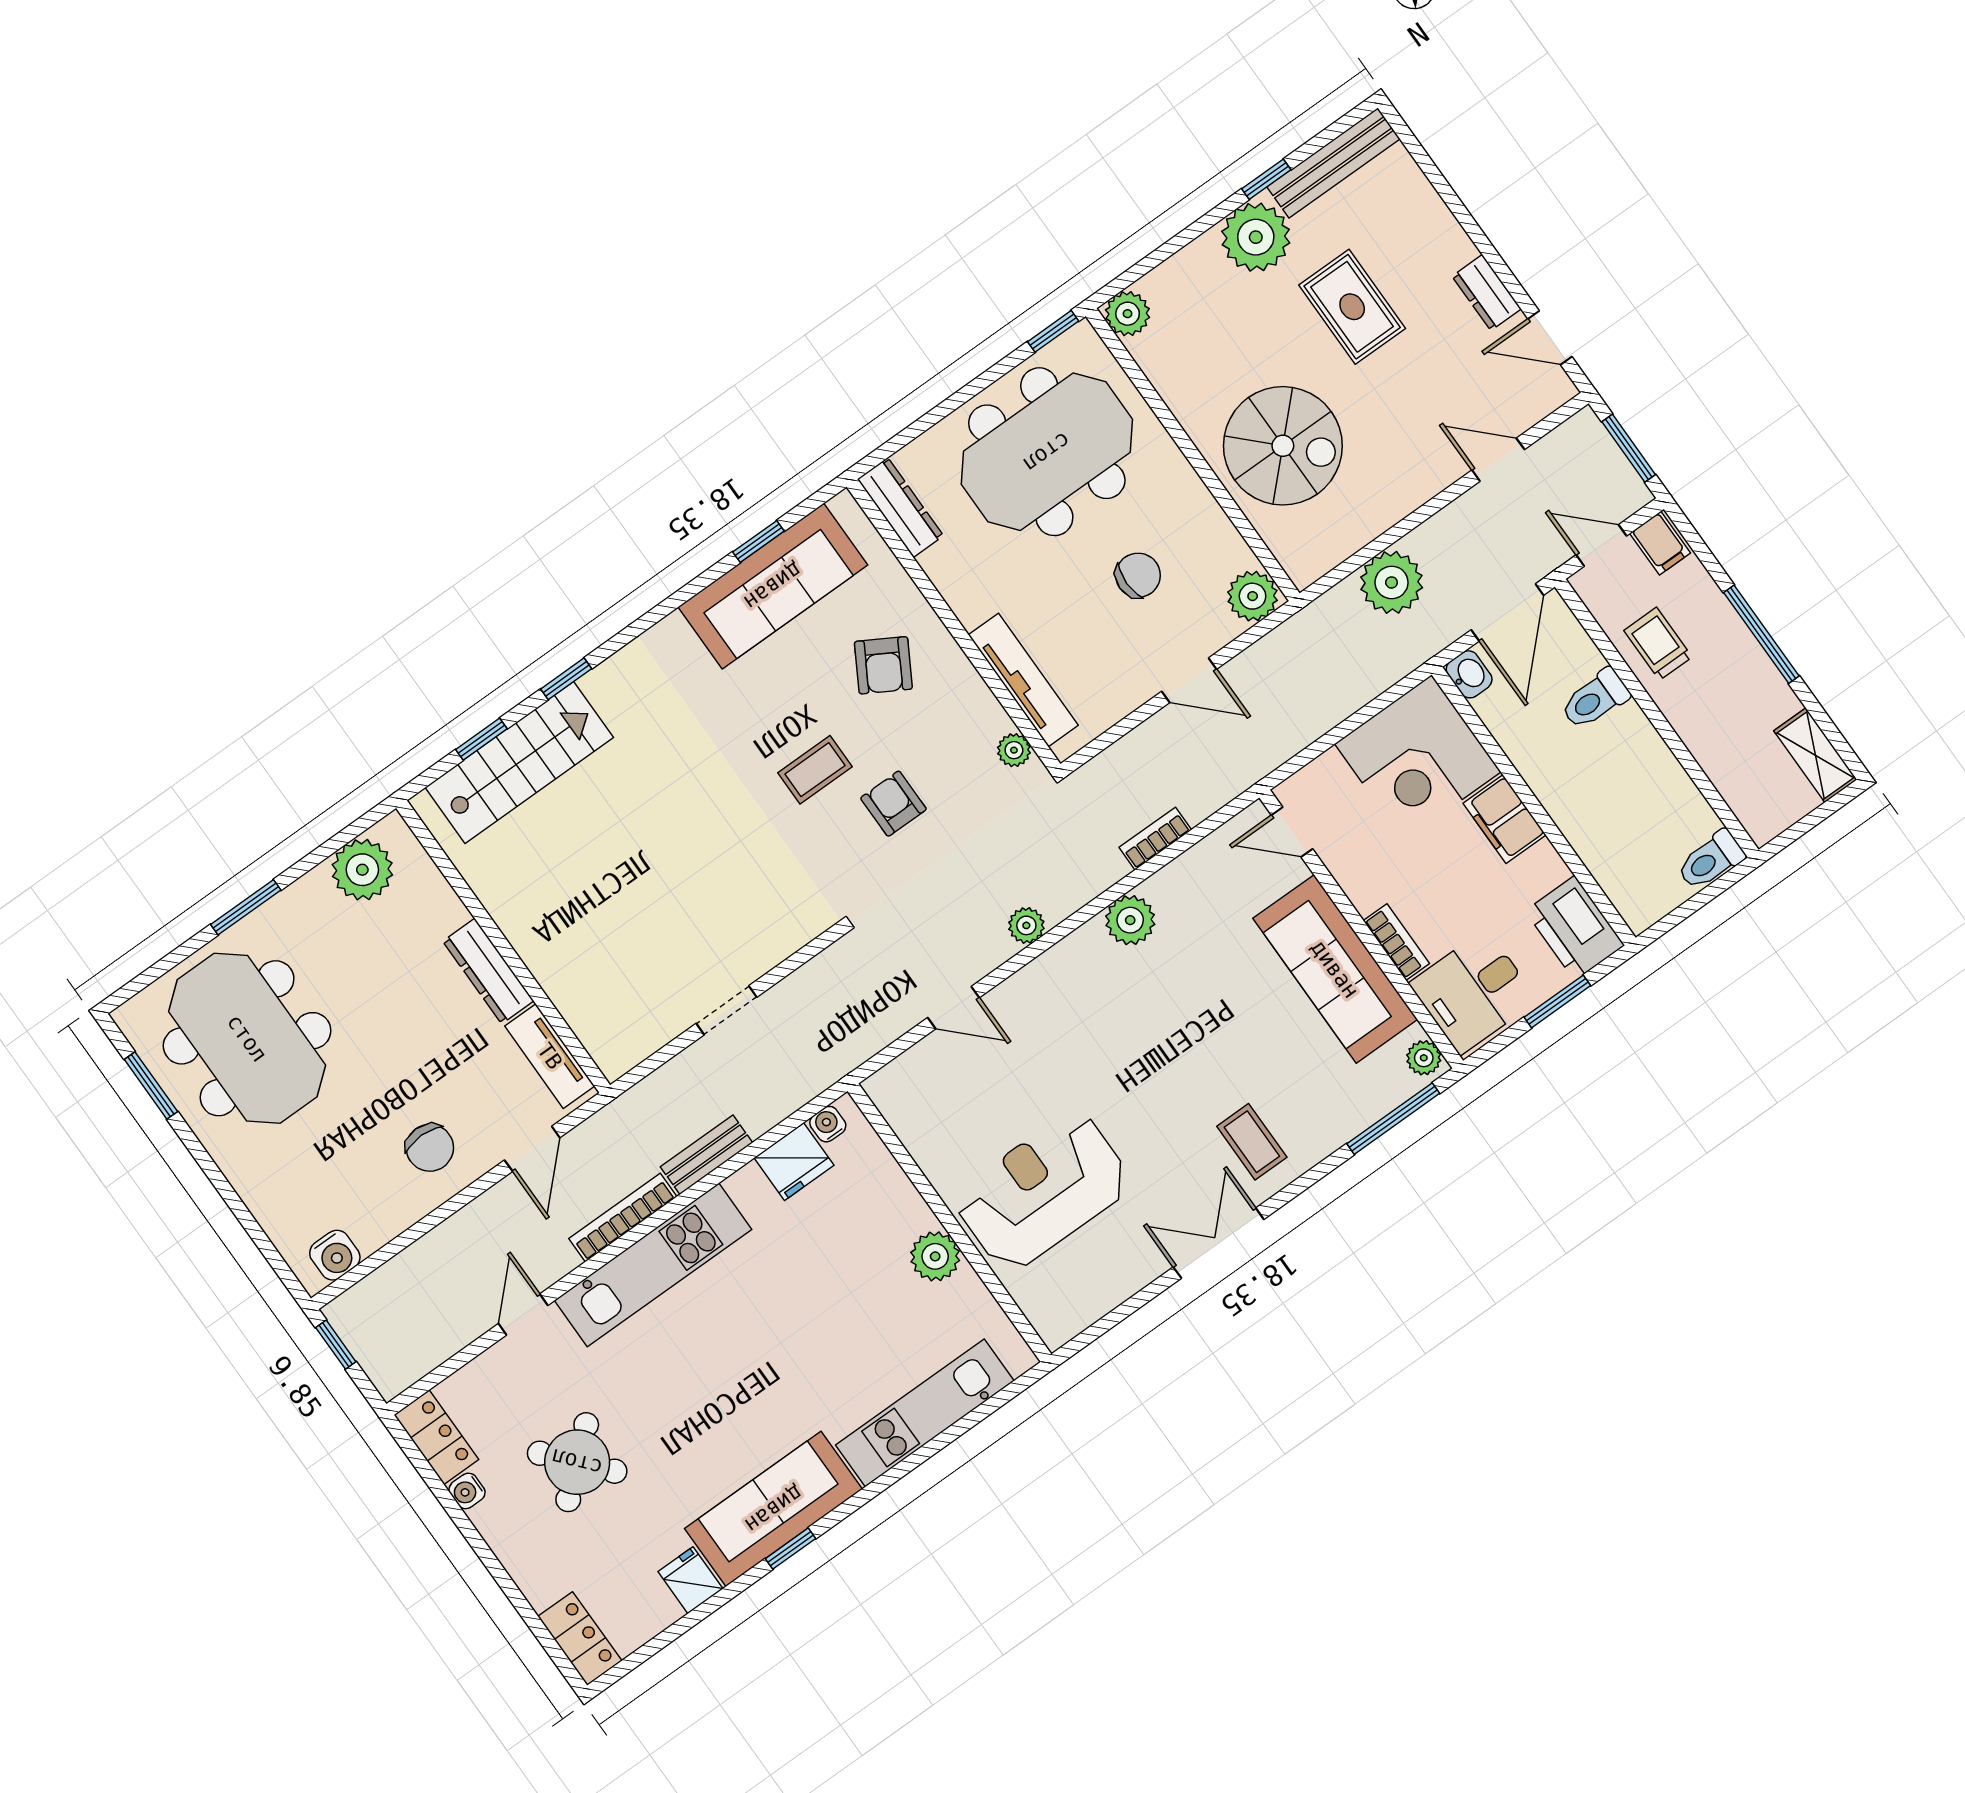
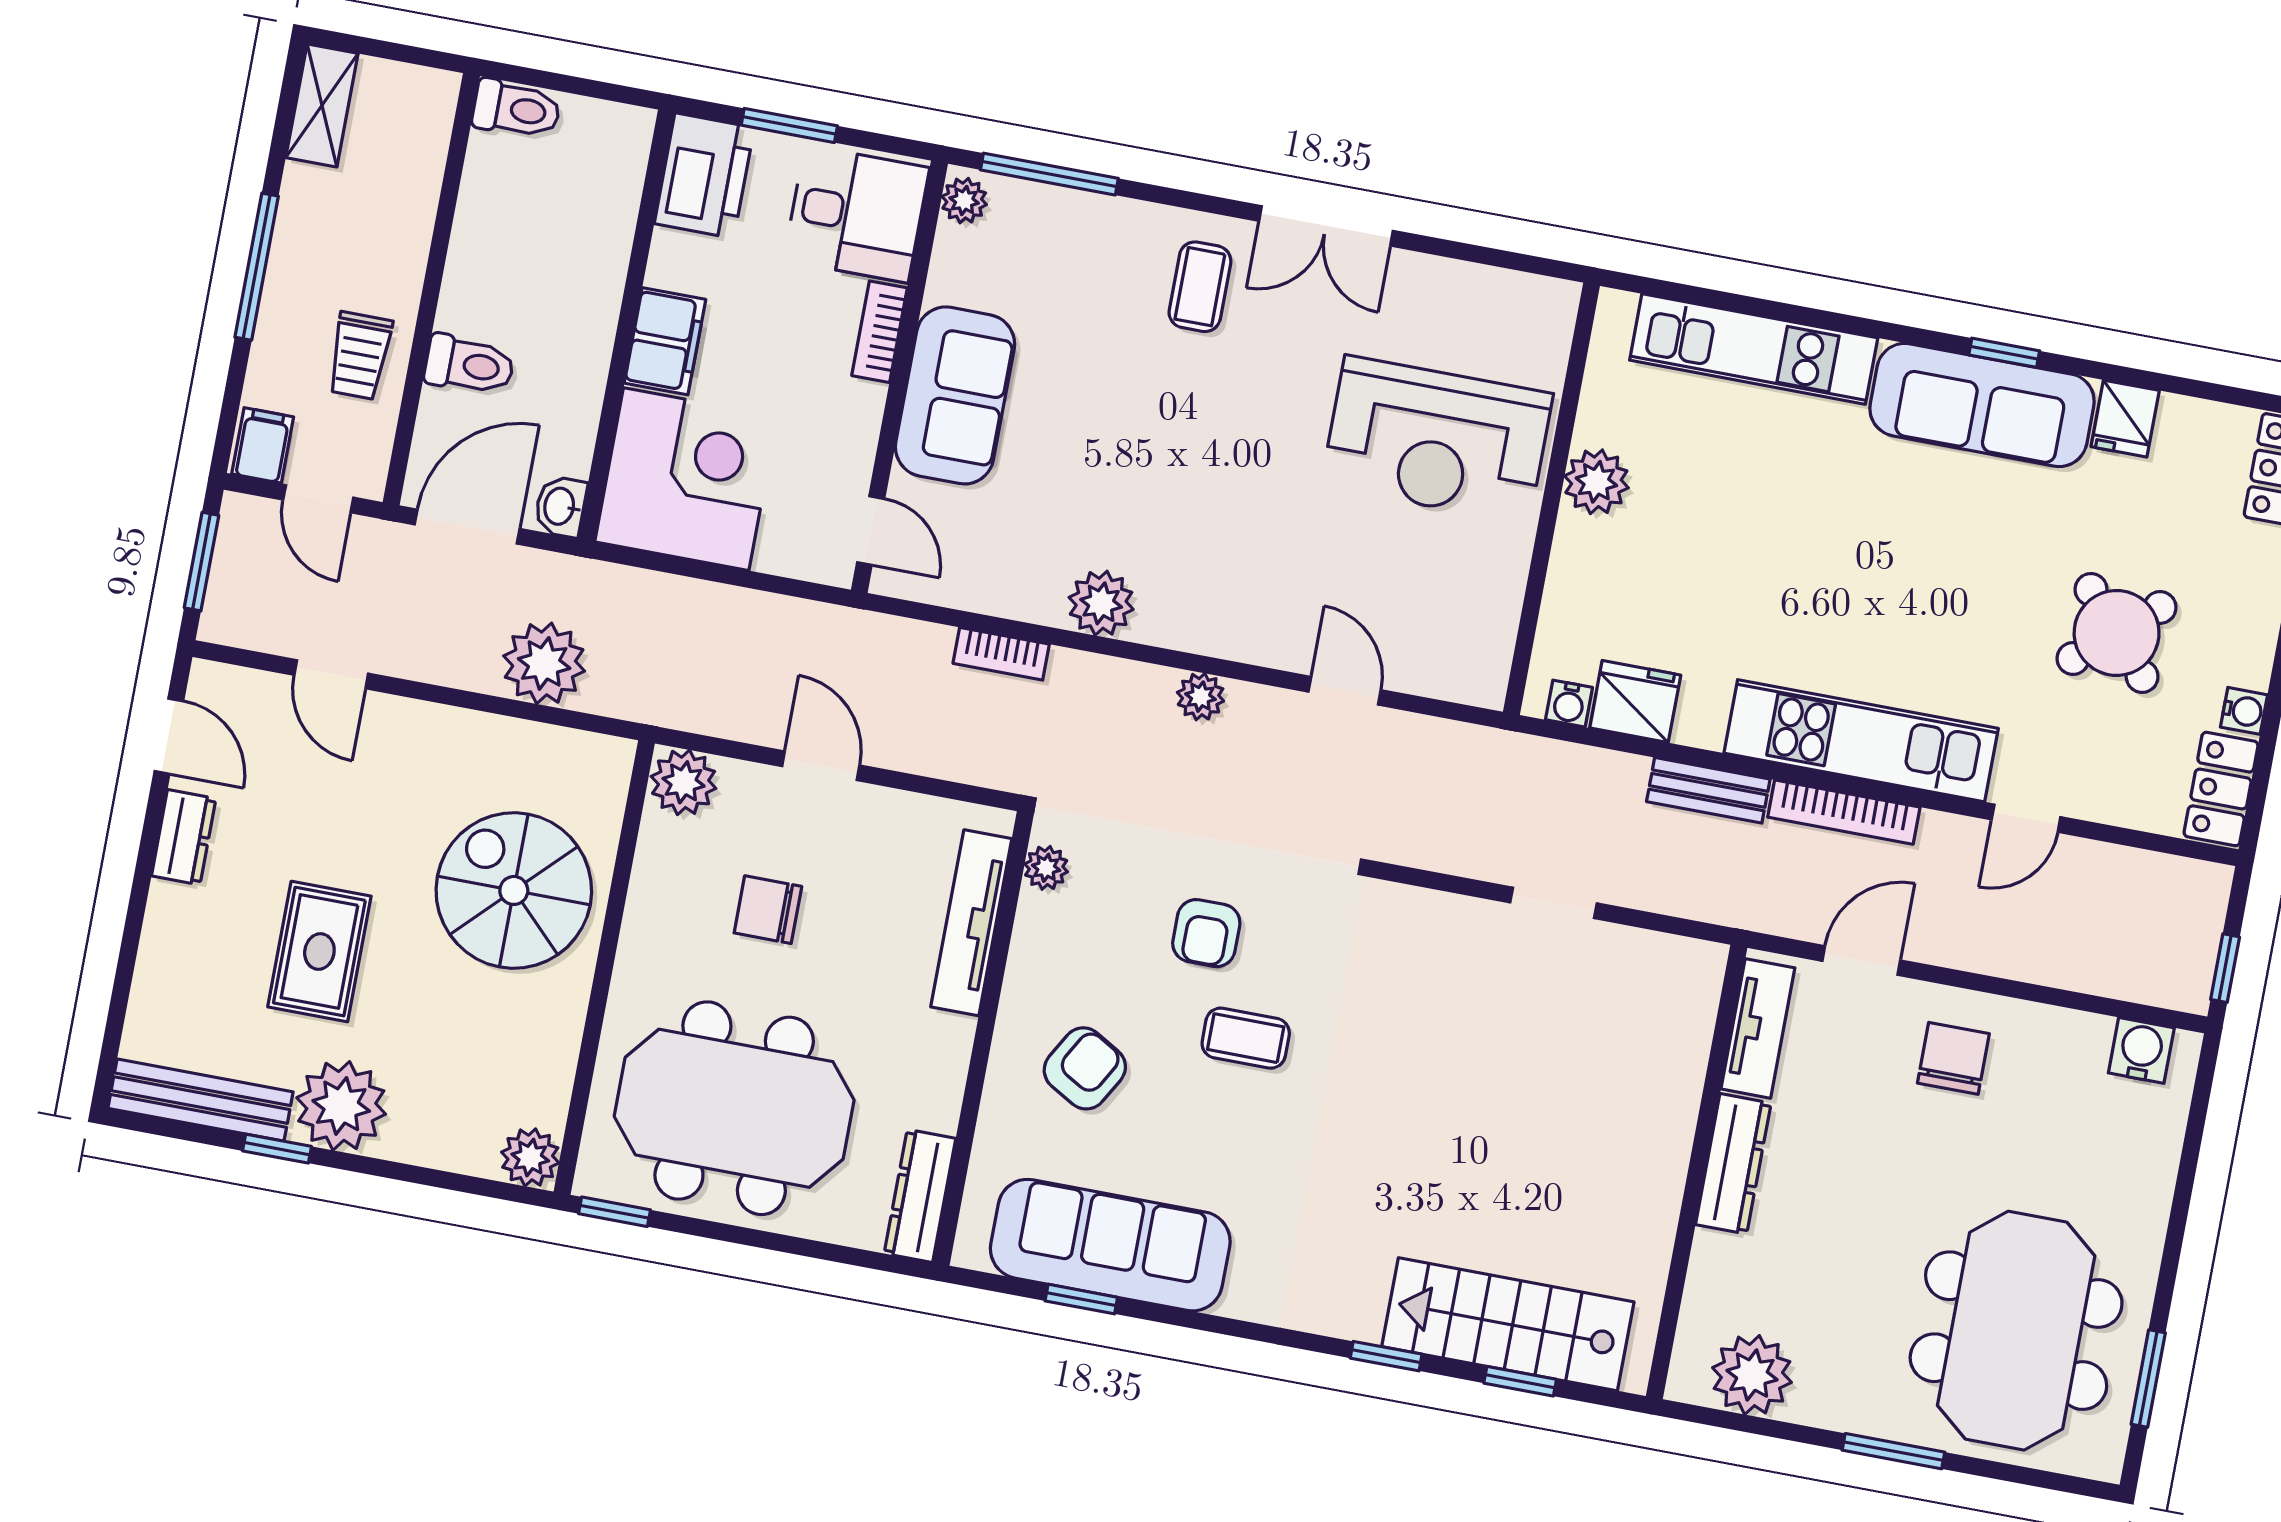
sofa: (1335, 969) -> (955, 395), width x0.73

